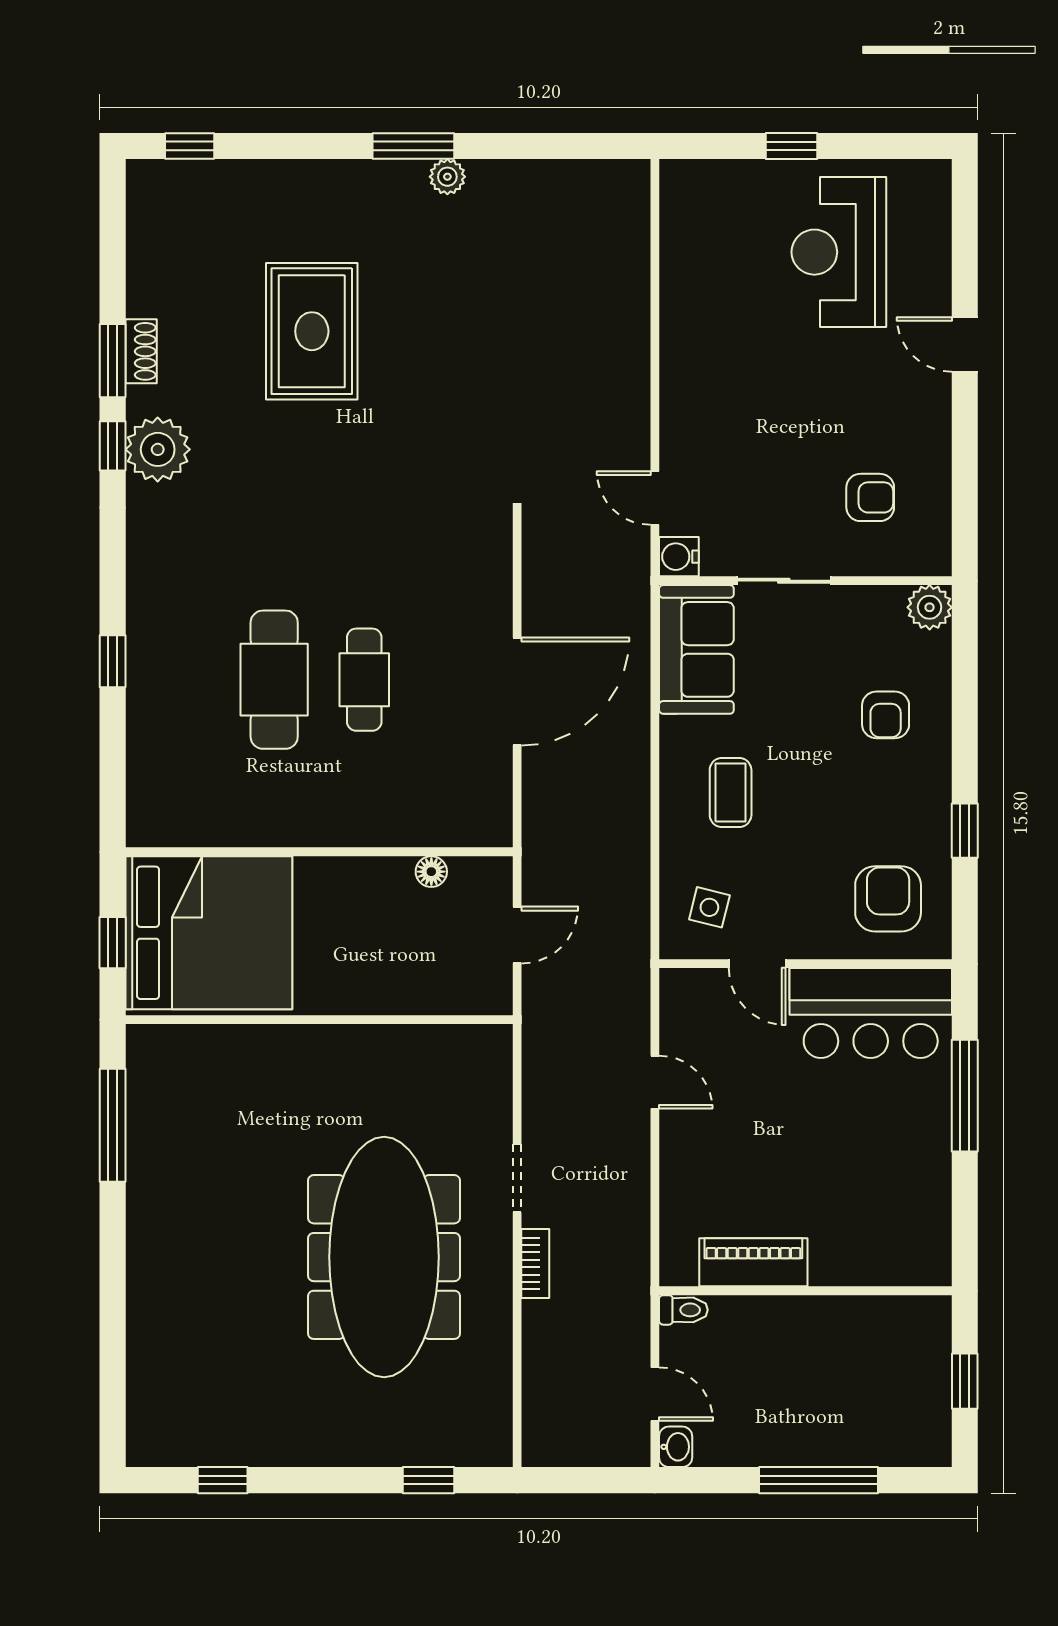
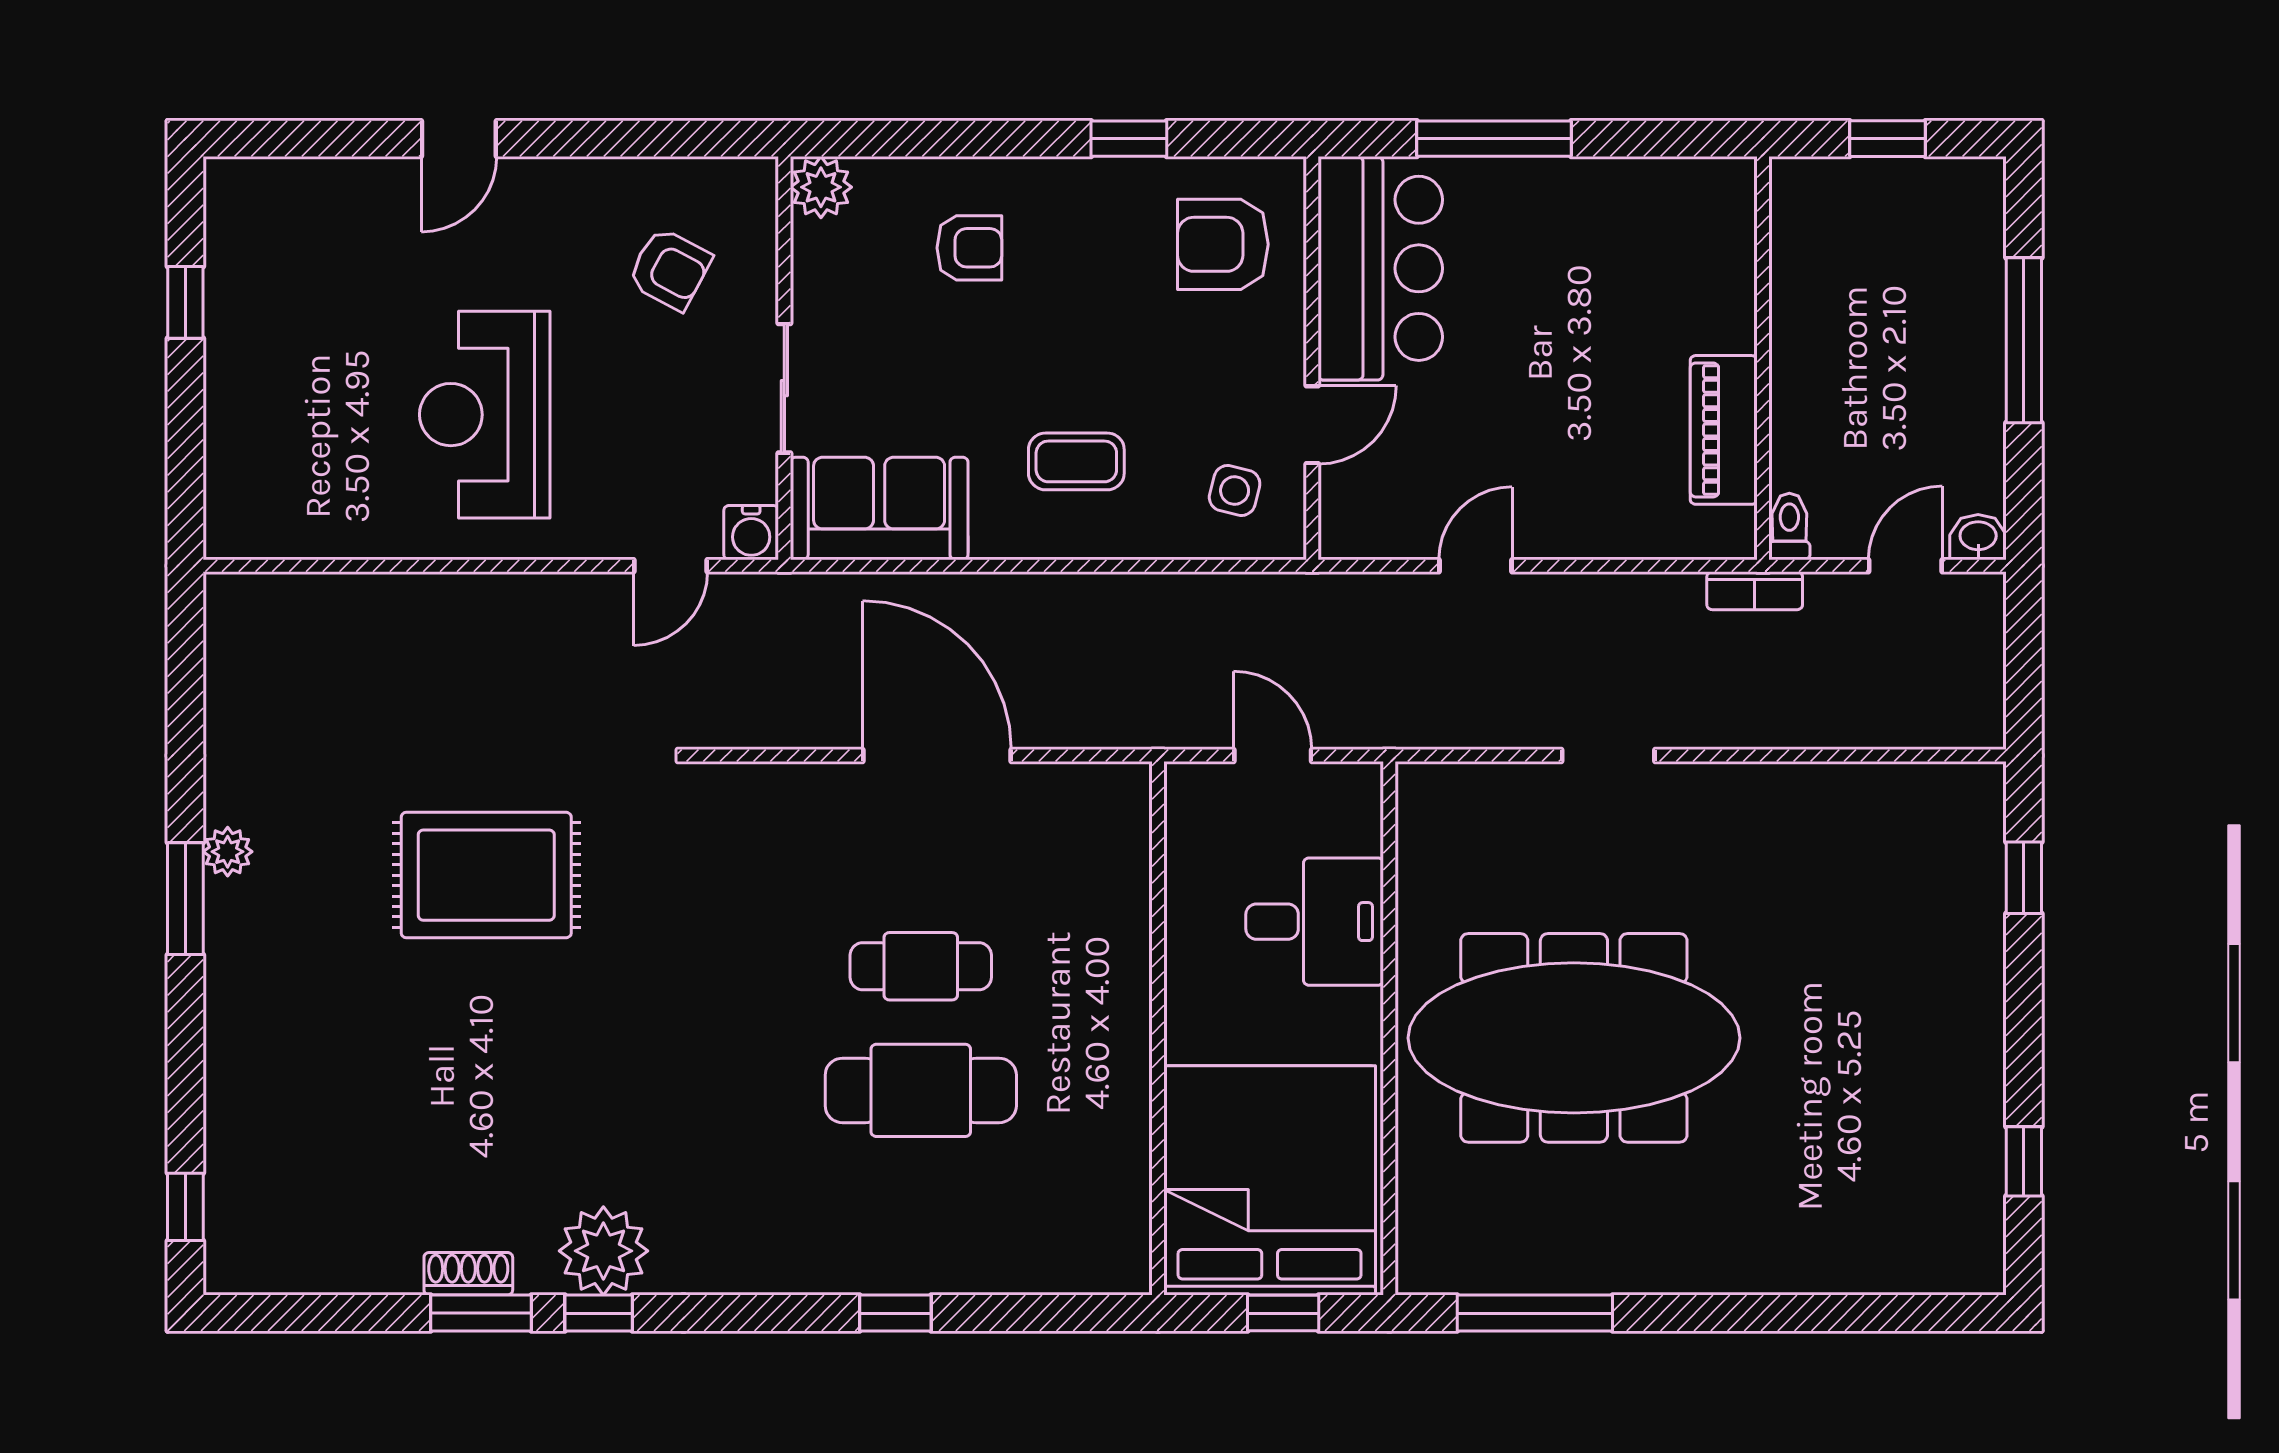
window: (792, 146) -> (185, 302), moved
reception desk: (839, 252) -> (485, 415), moved, turned 90
rug: (312, 331) -> (486, 875), moved
armchair: (870, 497) -> (670, 269), turned 118
floor lamp: (431, 872) -> (1185, 874), removed
desk: (397, 965) -> (1315, 922), added
meeting table: (384, 1257) -> (1574, 1038), moved
bookcase: (535, 1264) -> (1755, 591), moved, turned 180

